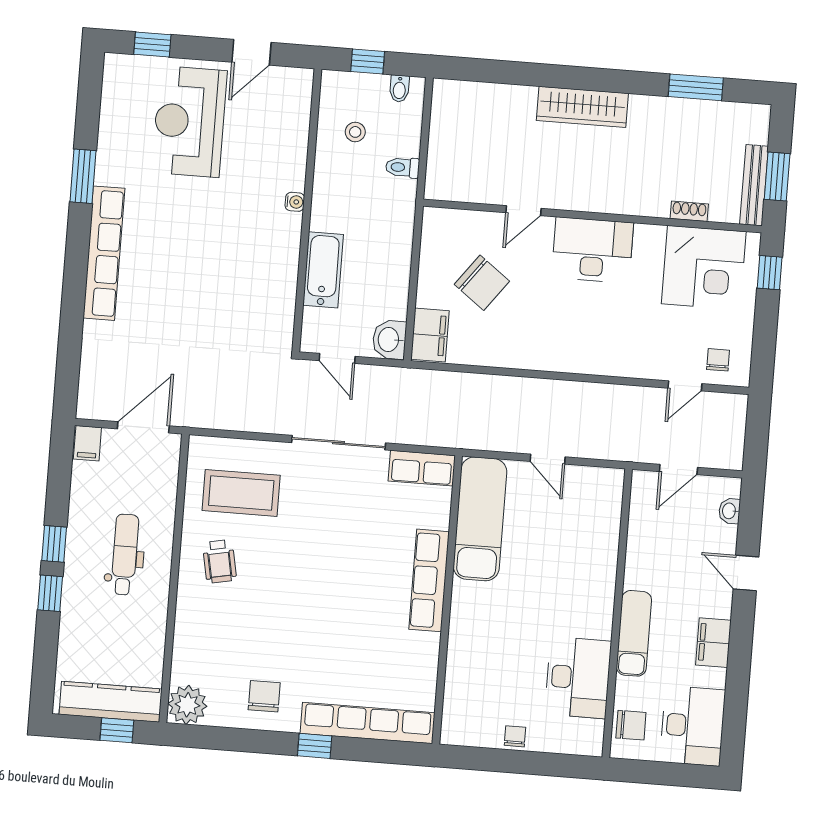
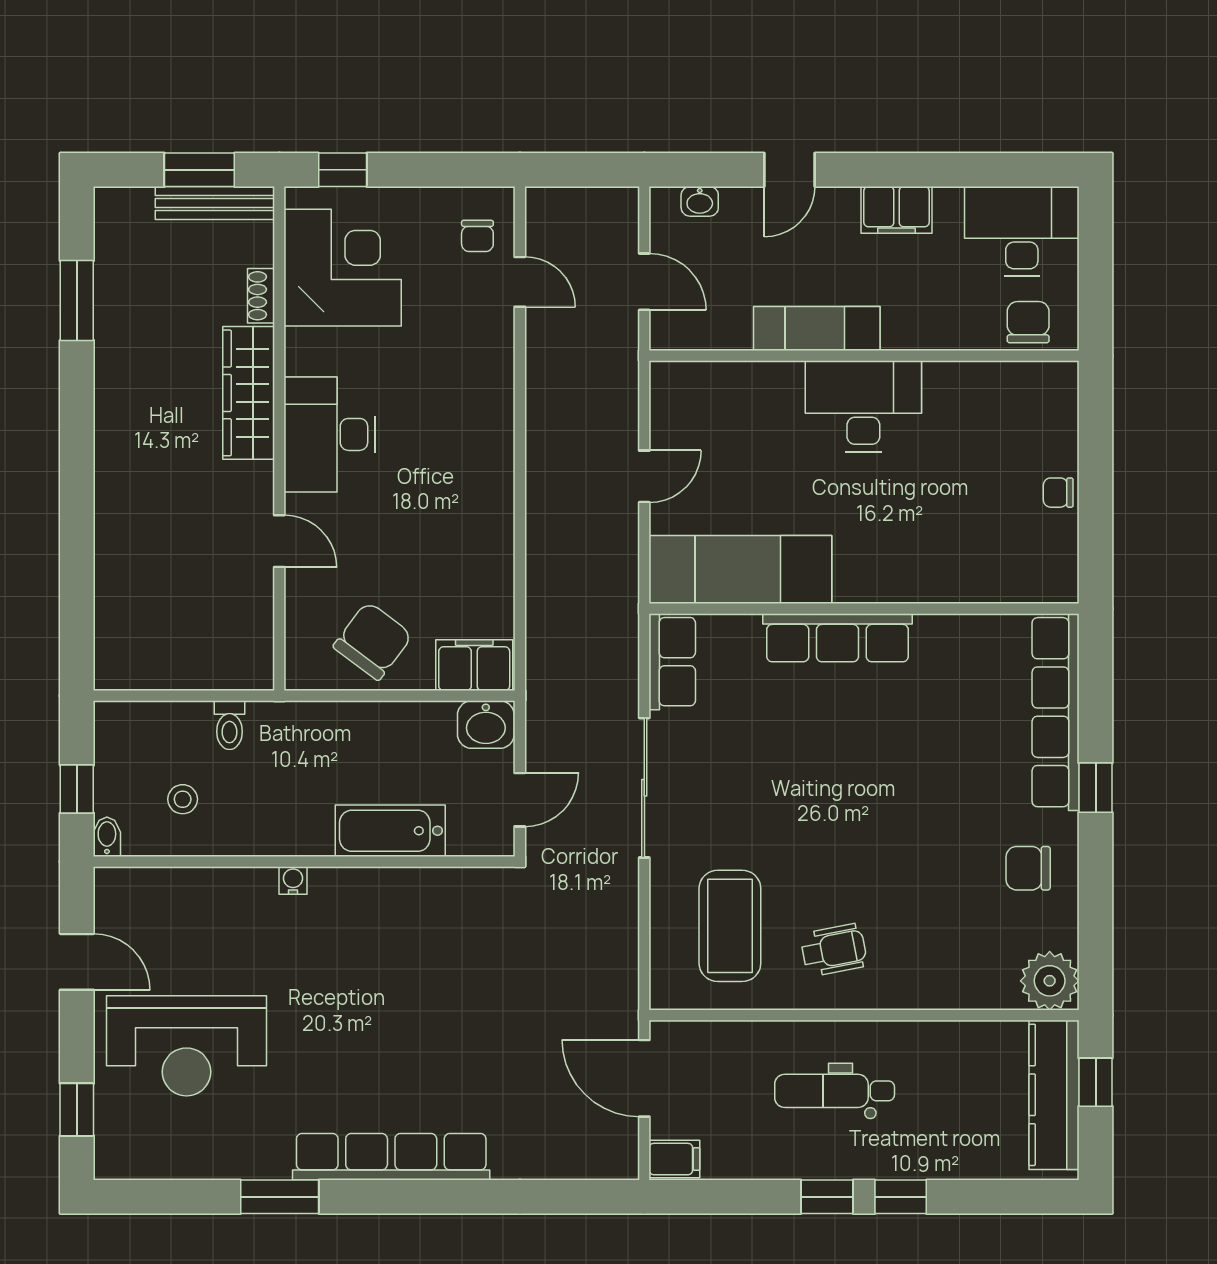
bidet: (399, 89) -> (107, 837), moved, turned -90
wardrobe: (582, 107) -> (249, 393), moved, turned 180
chair: (482, 283) -> (373, 641), moved
chair: (718, 360) -> (477, 236), turned -90
exam couch: (634, 633) -> (817, 328), moved
desk: (578, 678) -> (863, 406), moved

